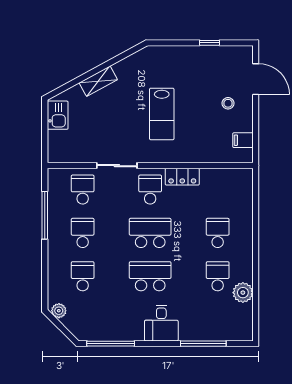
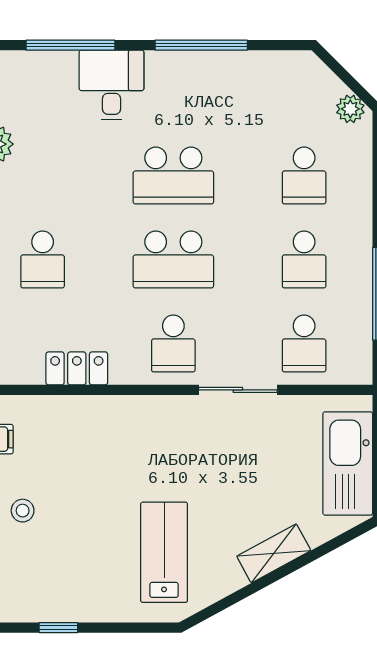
lab bench: (162, 114) -> (164, 552), moved
kitchen sink: (58, 115) -> (348, 463), width x1.87, depth x1.24
locker: (182, 177) -> (77, 368), moved
school desk: (218, 276) -> (43, 176), removed
desk: (161, 323) -> (112, 85), moved
window: (111, 344) -> (201, 45), moved

